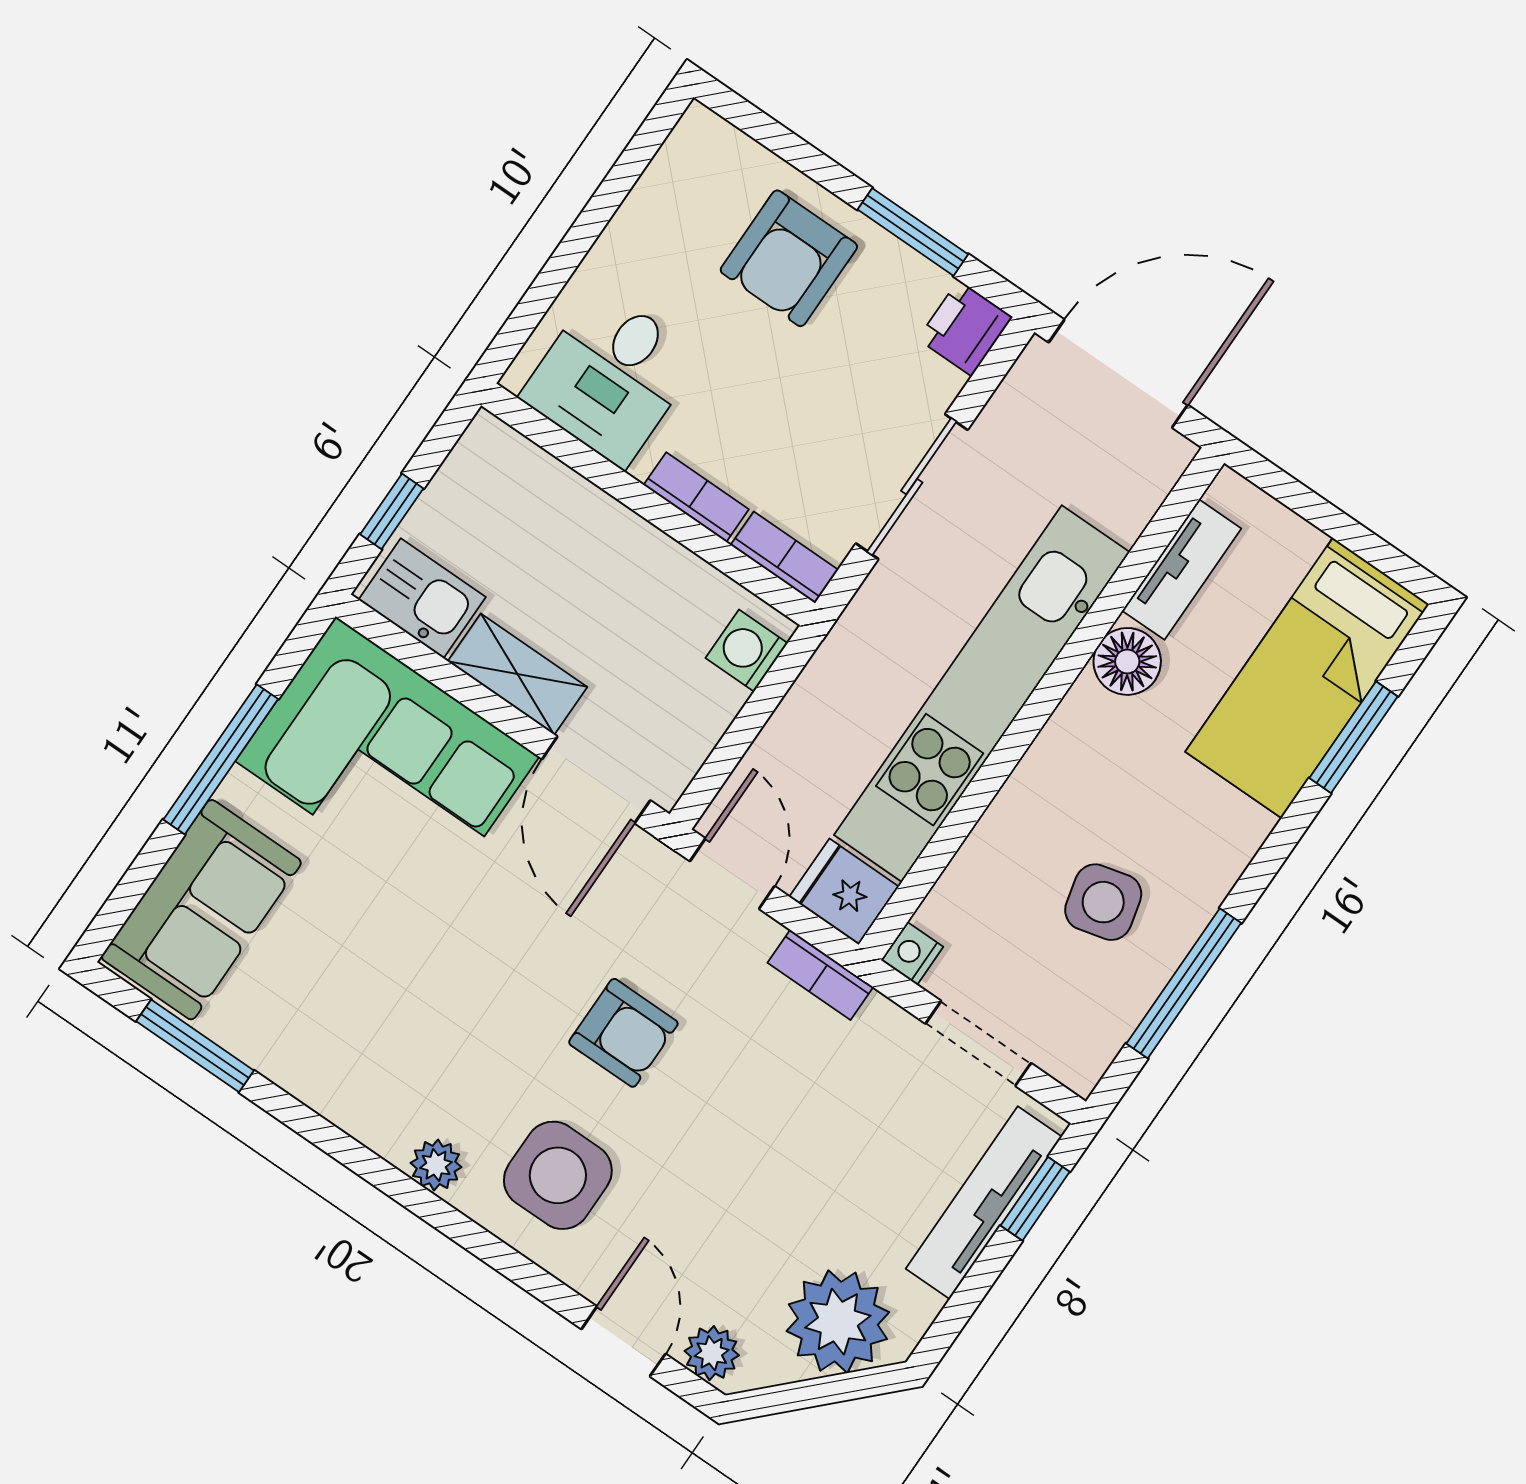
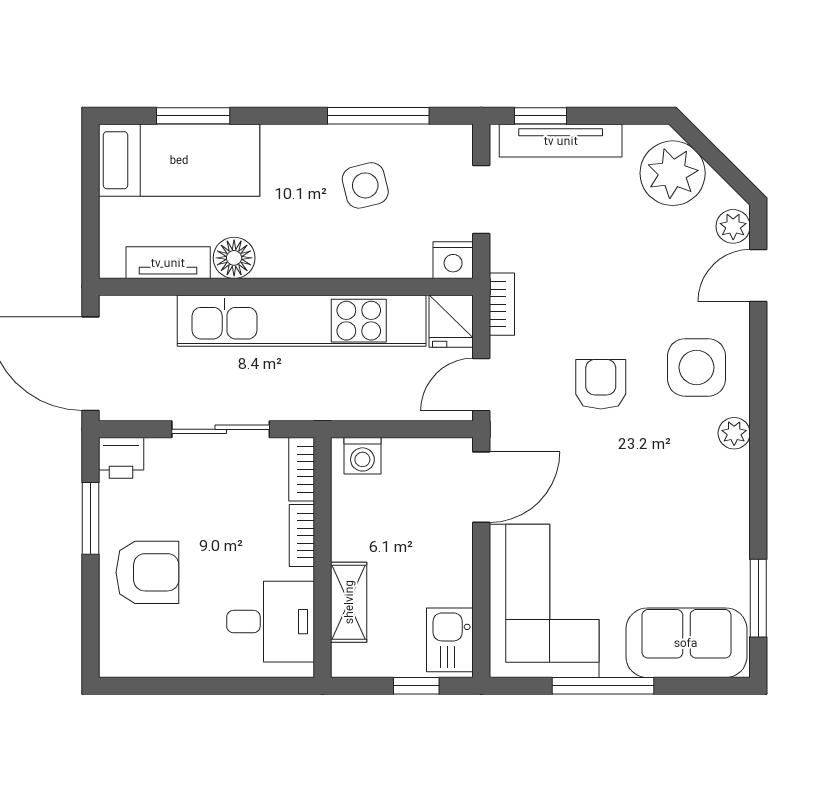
shelving: (518, 674) -> (349, 602), moved
nightstand: (912, 953) -> (453, 260), width x1.39, depth x1.35

